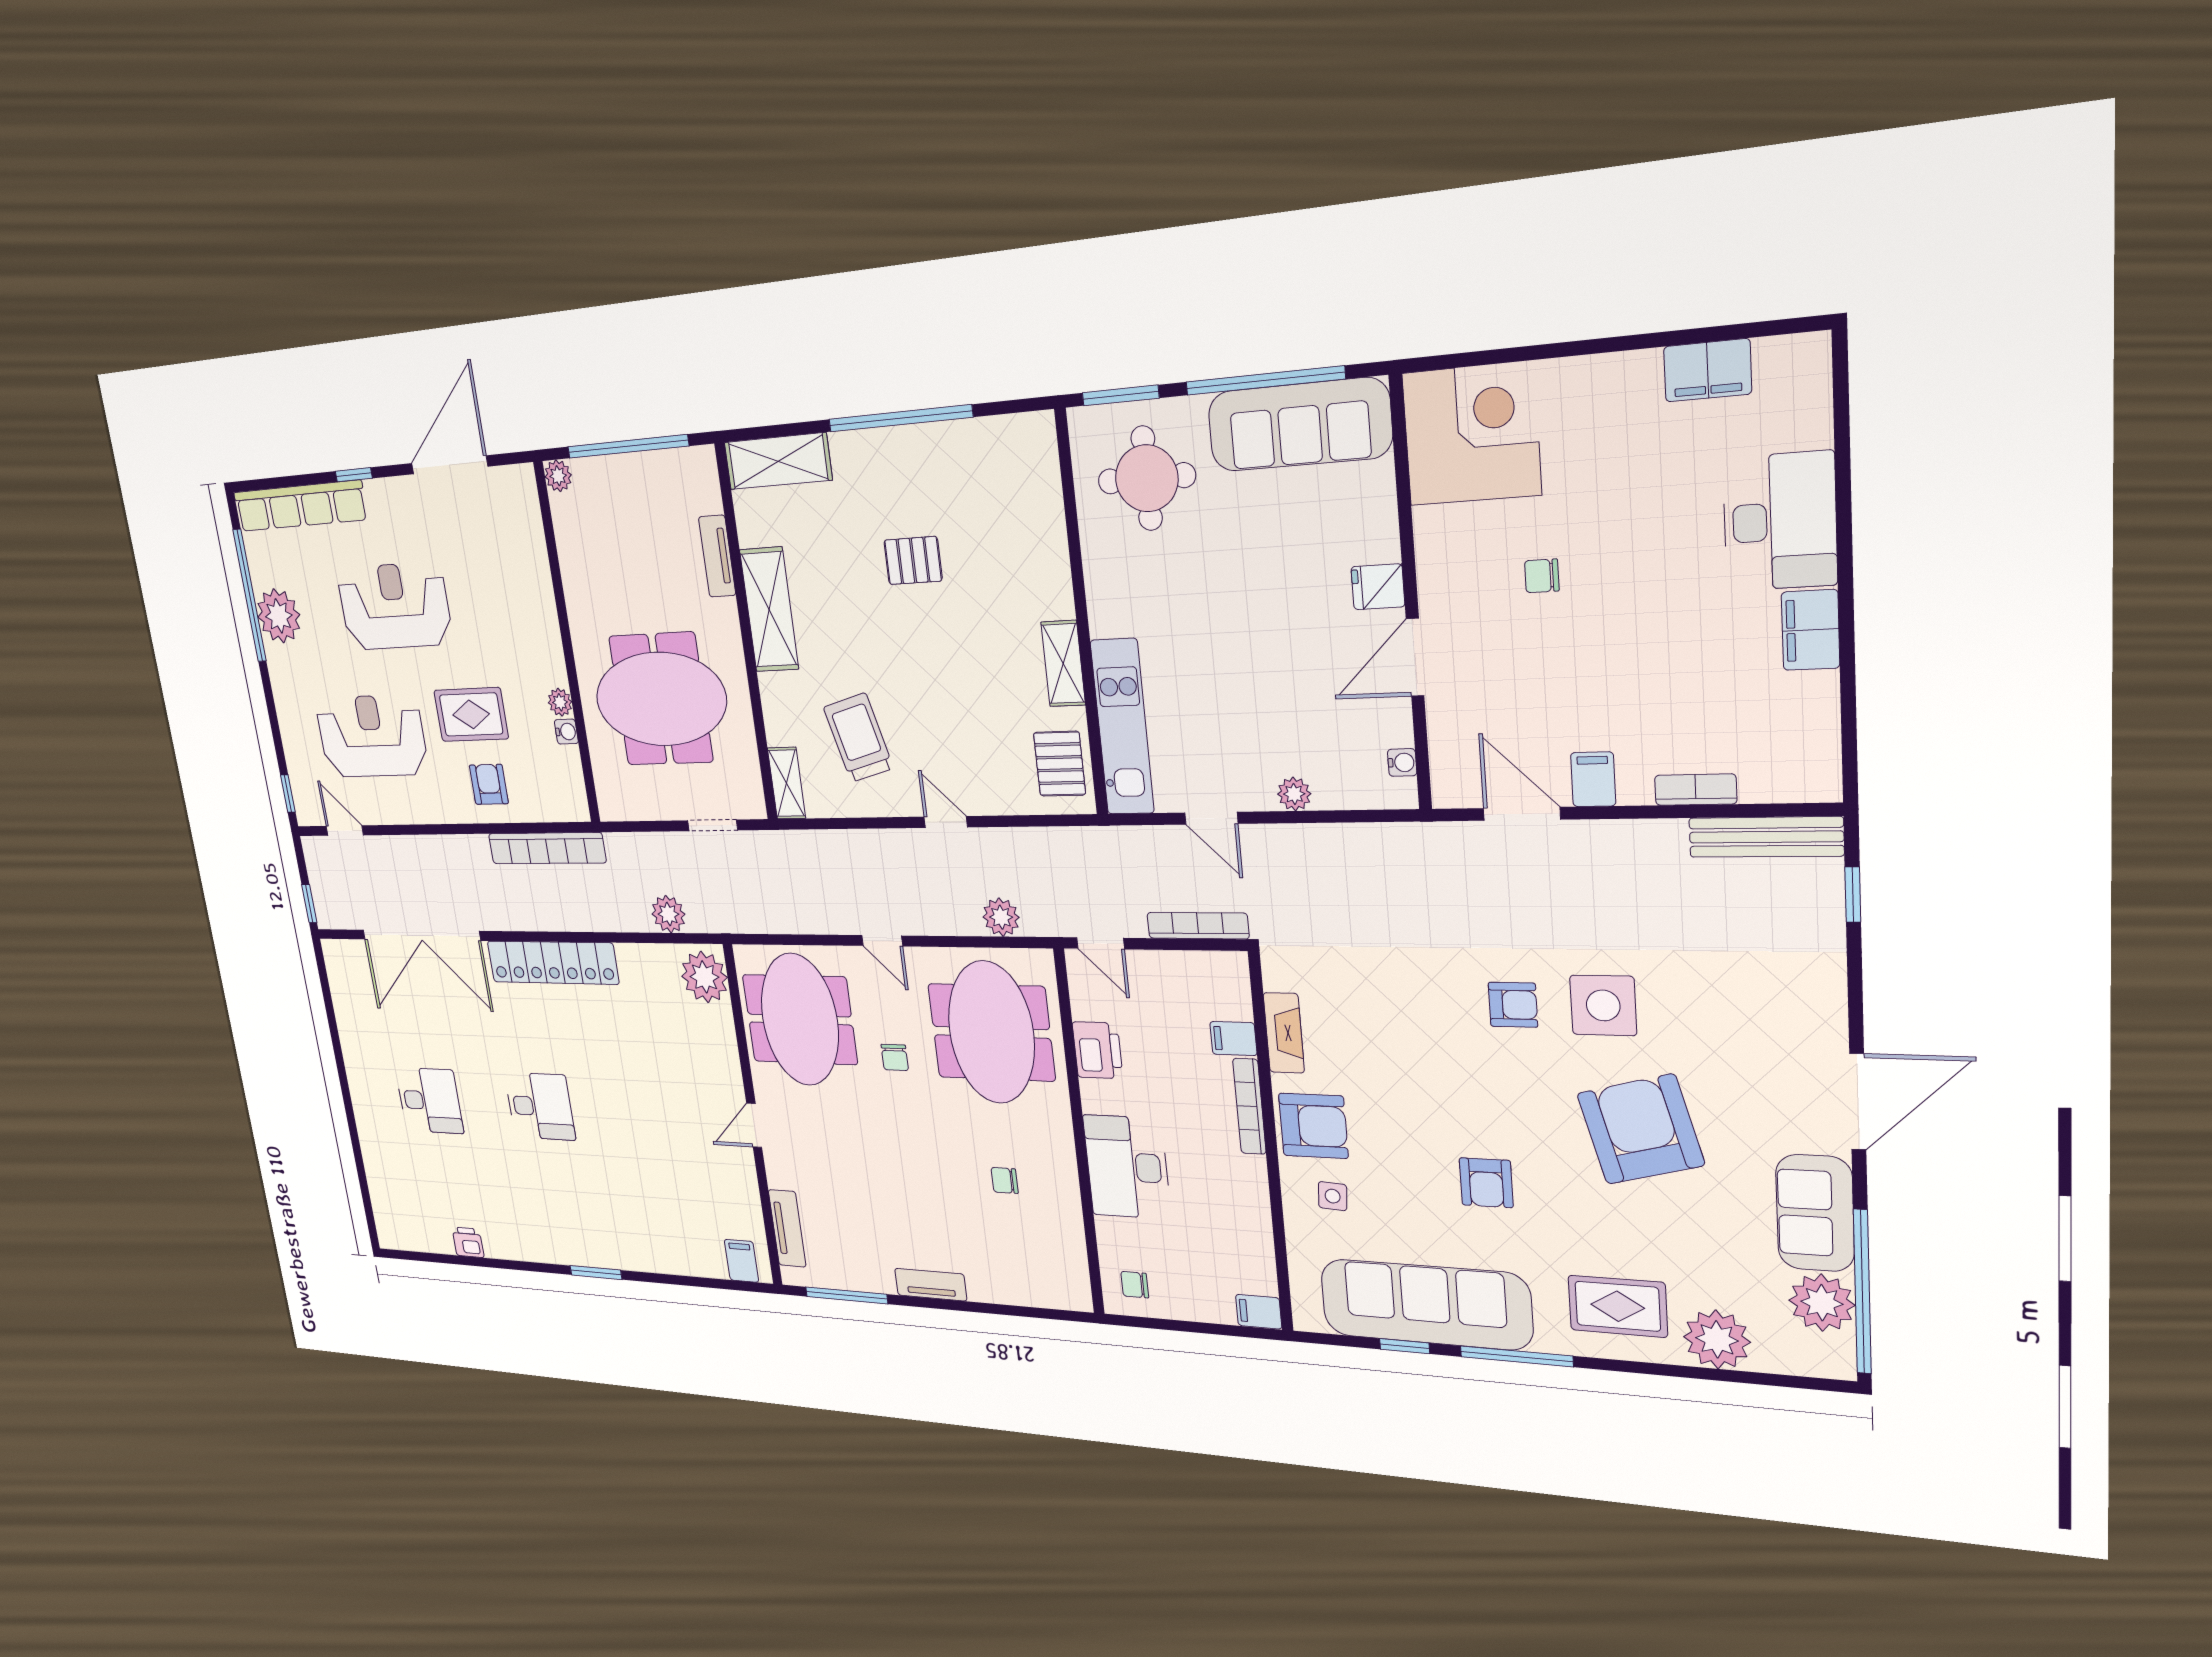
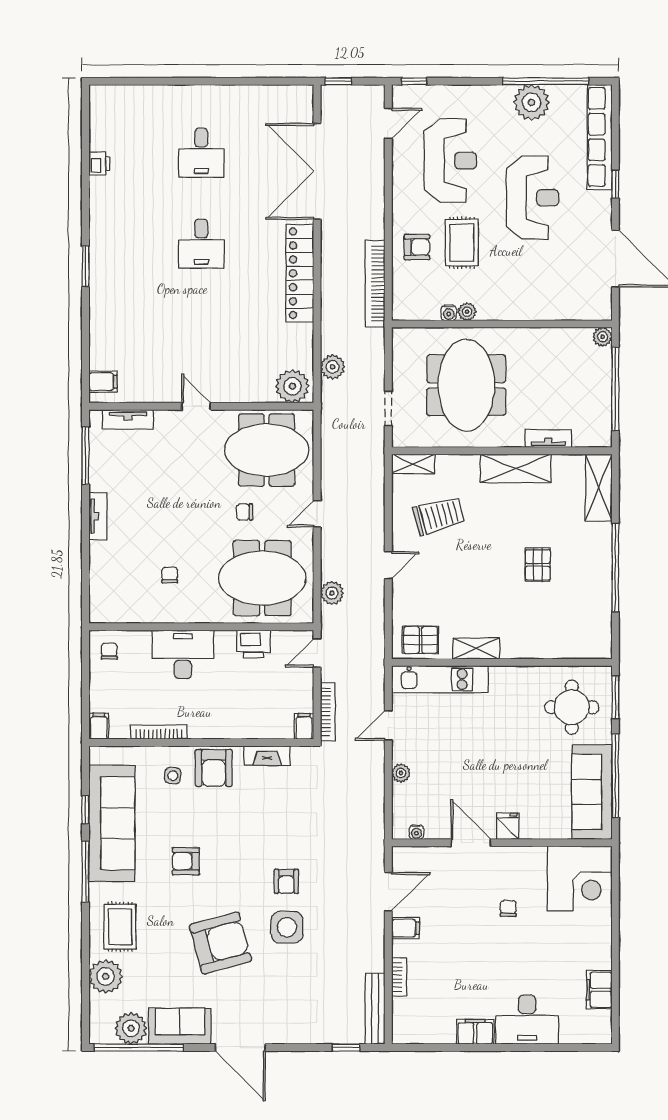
filing cabinet: (1233, 1039) -> (304, 726), moved
bookcase: (1249, 1106) -> (159, 732), moved

